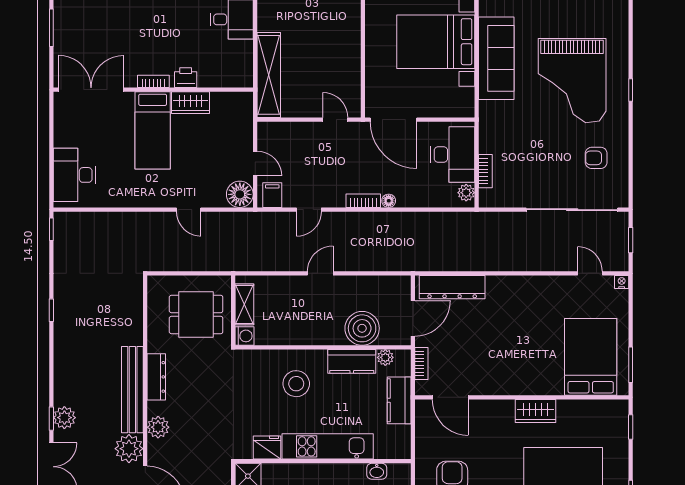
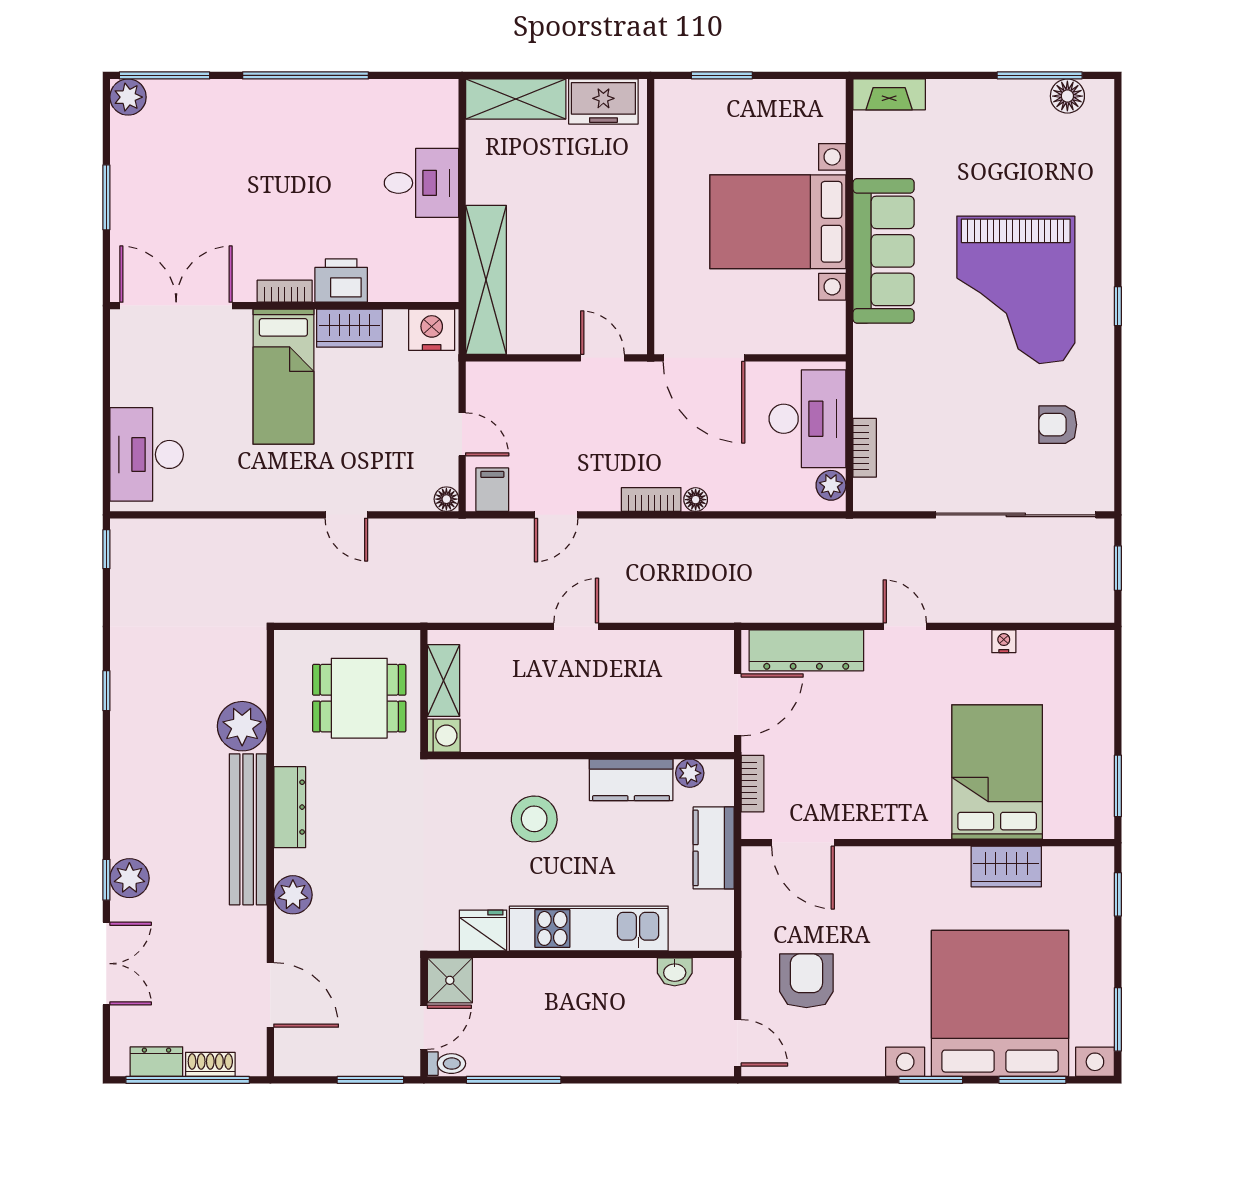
printer: (186, 78) -> (341, 280), width x1.36, depth x1.24
nightstand: (238, 104) -> (432, 330), added
floor lamp: (240, 194) -> (446, 499), width x0.53, depth x0.53
door: (590, 273) -> (905, 626), moved
nightstand: (622, 282) -> (1004, 641), moved
boiler: (362, 328) -> (649, 722), removed
bed: (591, 357) -> (997, 772), moved
wardrobe: (535, 411) -> (1006, 867), moved
plant: (129, 449) -> (242, 726), moved

